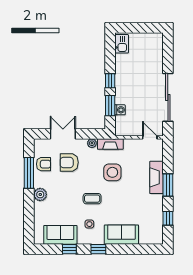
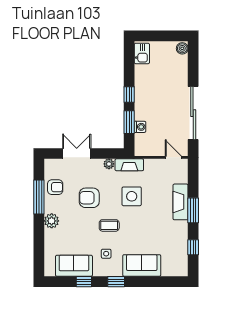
boiler: (158, 39) -> (182, 48), added
armchair: (69, 162) -> (89, 198), moved

